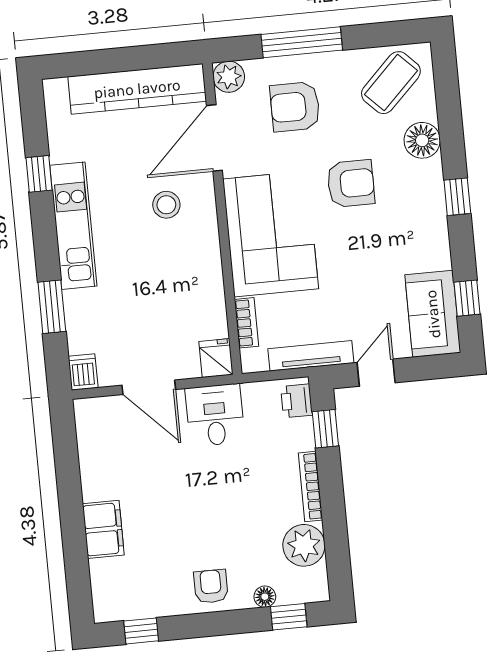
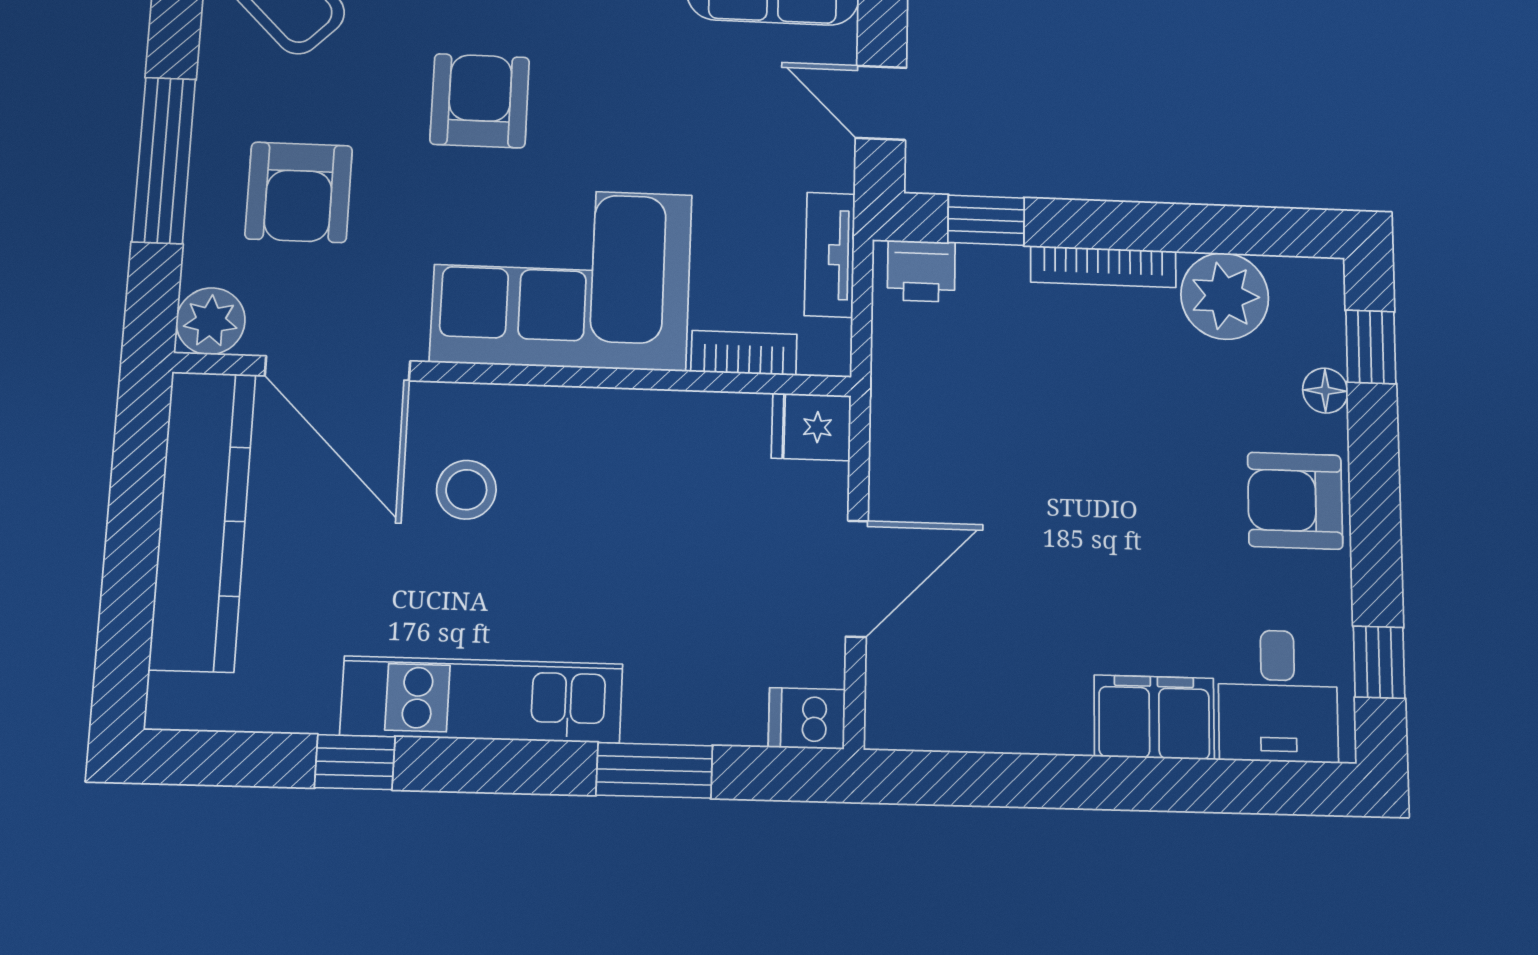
tv unit: (311, 356) -> (830, 255), width x0.71
desk: (215, 415) -> (1278, 696), moved, turned -90
armchair: (211, 586) -> (1295, 501), width x1.38, depth x1.38

